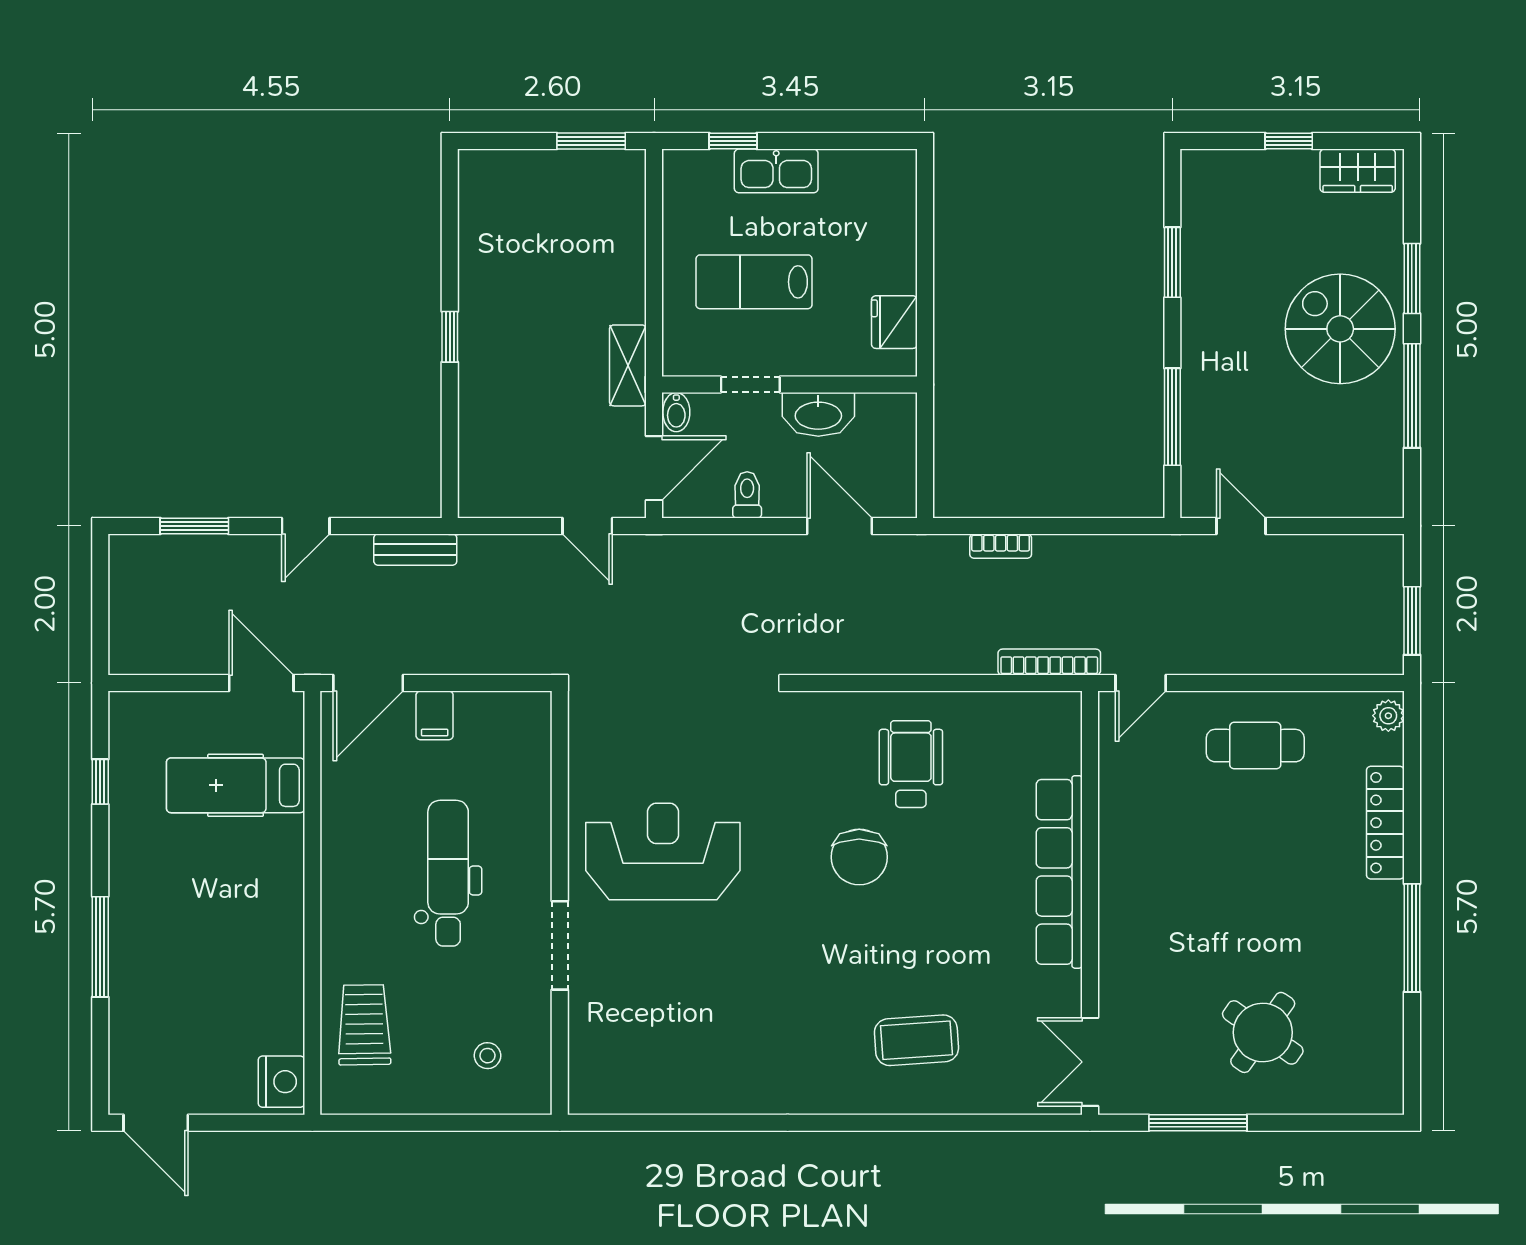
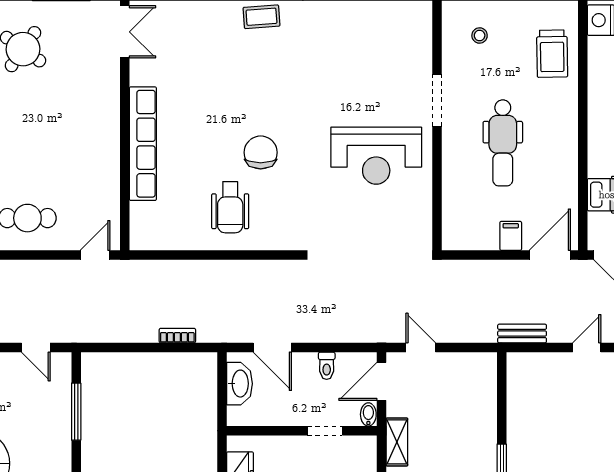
washbasin: (818, 414) -> (239, 384), moved, turned 90
bookcase: (1049, 662) -> (149, 267), removed
coffee table: (916, 1040) -> (261, 17), moved, width x0.73, depth x0.77

